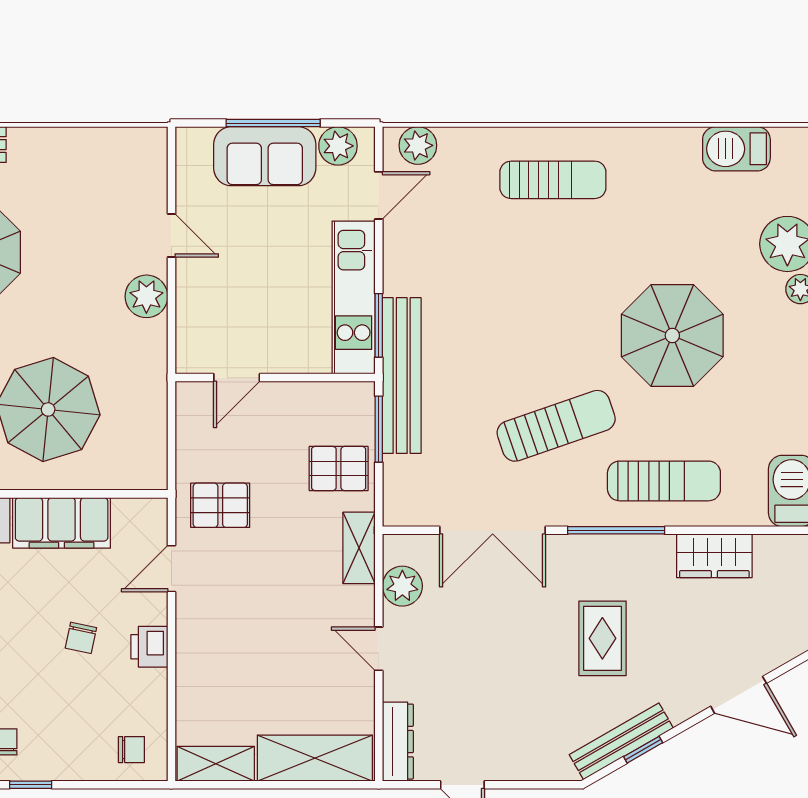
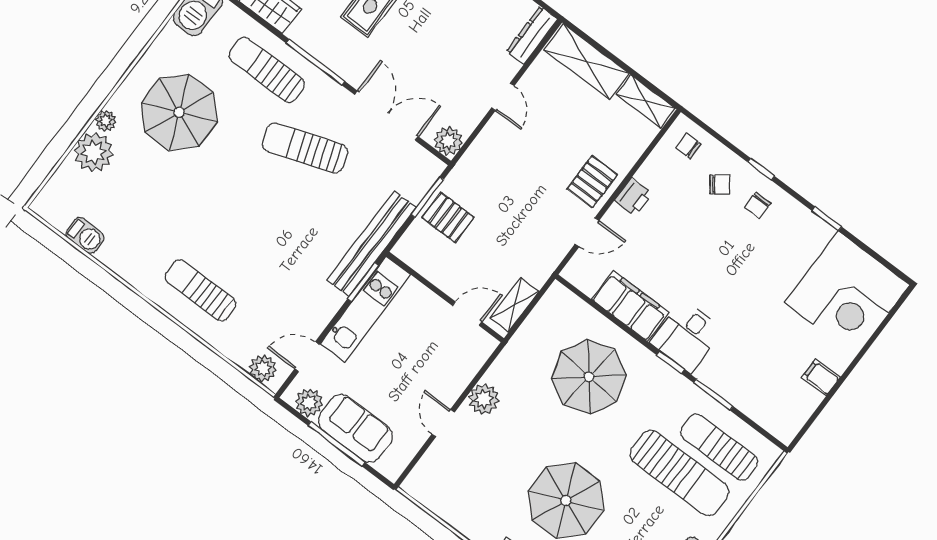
barbecue: (736, 149) -> (85, 236), width x0.73, depth x0.79
parasol: (672, 335) -> (179, 112), moved
window: (379, 429) -> (427, 197), moved
pallet: (220, 505) -> (592, 182), moved, turned 90
shelving: (359, 548) -> (515, 305), moved
plant: (402, 586) -> (448, 141), moved
chair: (81, 638) -> (720, 185), moved, turned 41

